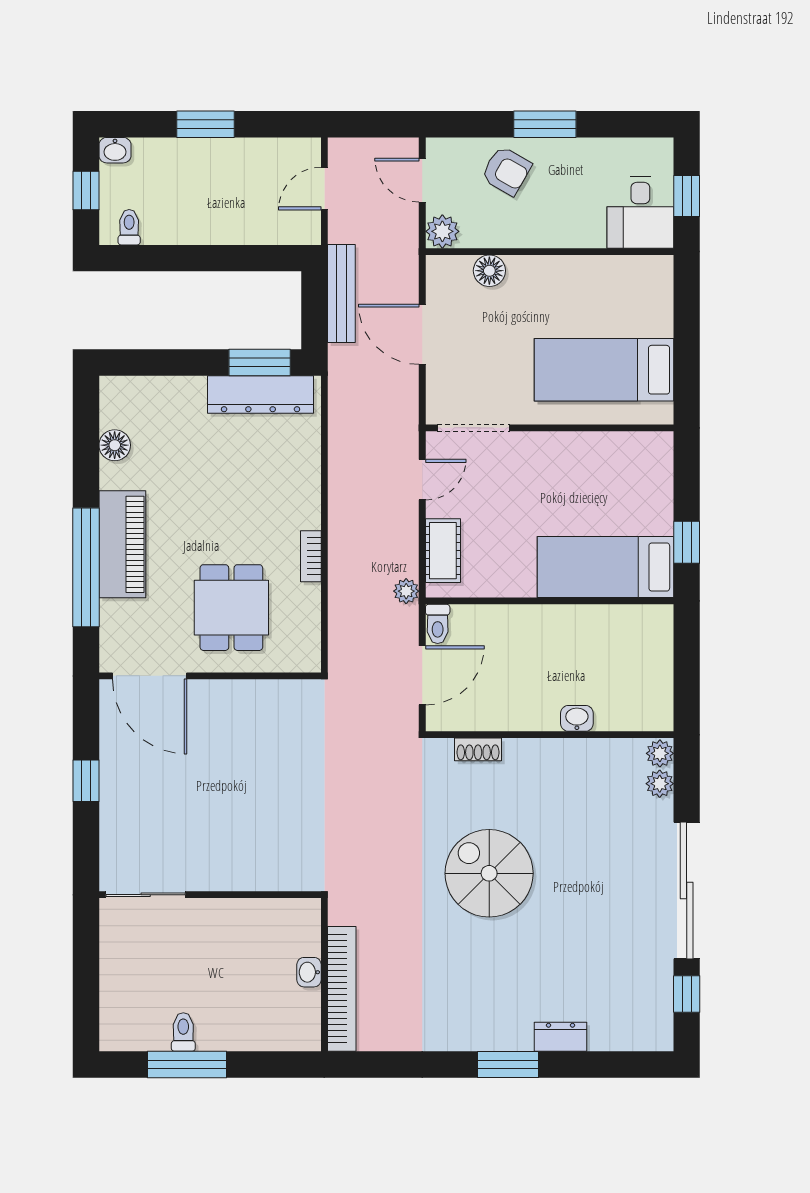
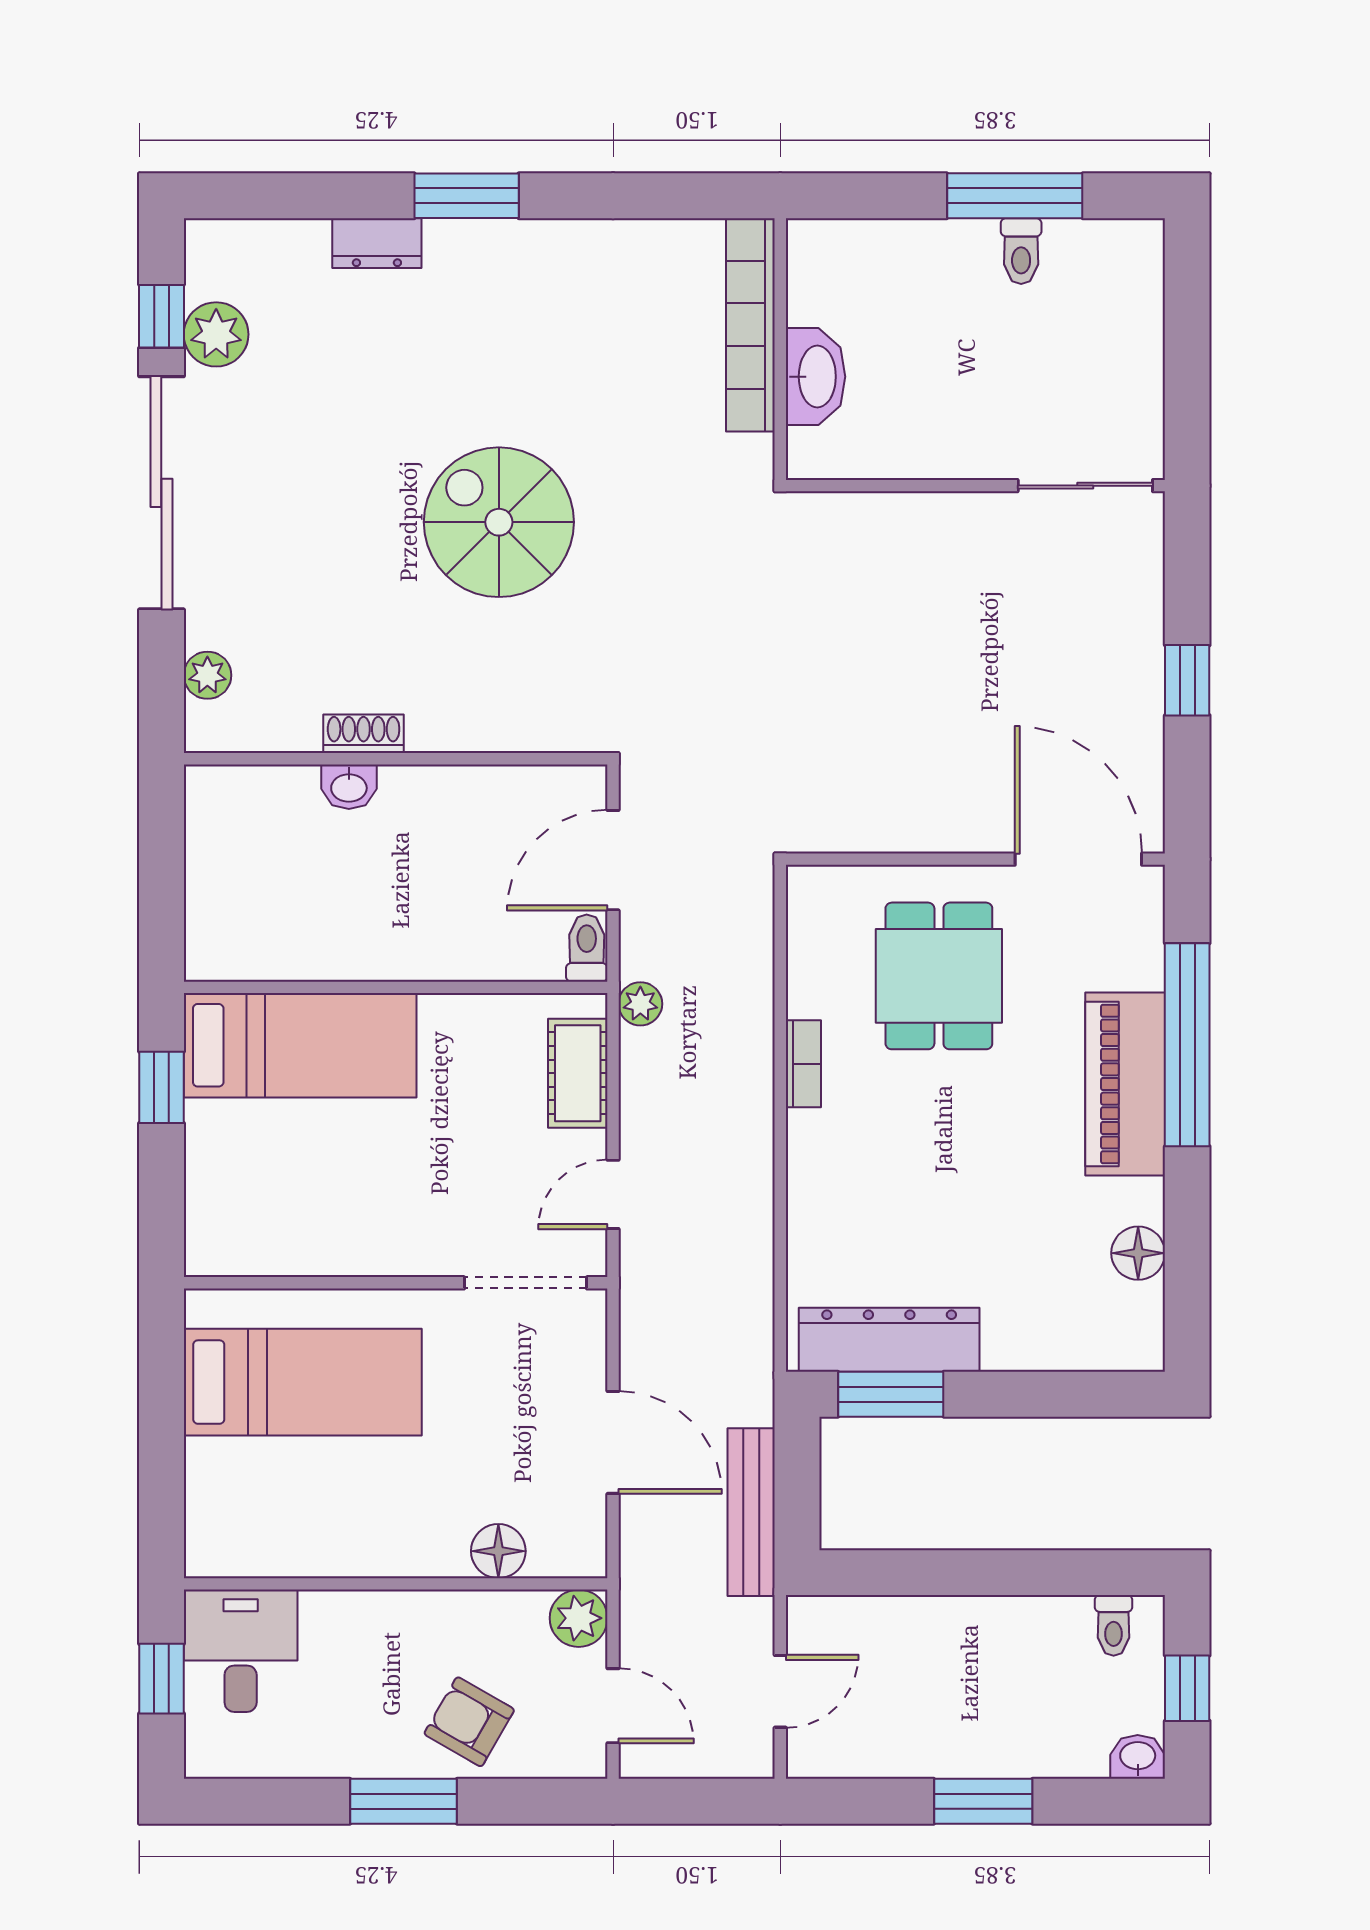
shoe rack: (478, 749) -> (364, 734), moved
plant: (660, 753) -> (216, 334), moved, width x1.38, depth x1.38
spiral stairs: (489, 873) -> (499, 522), turned 180
washbasin: (309, 972) -> (816, 377), width x1.91, depth x1.45

